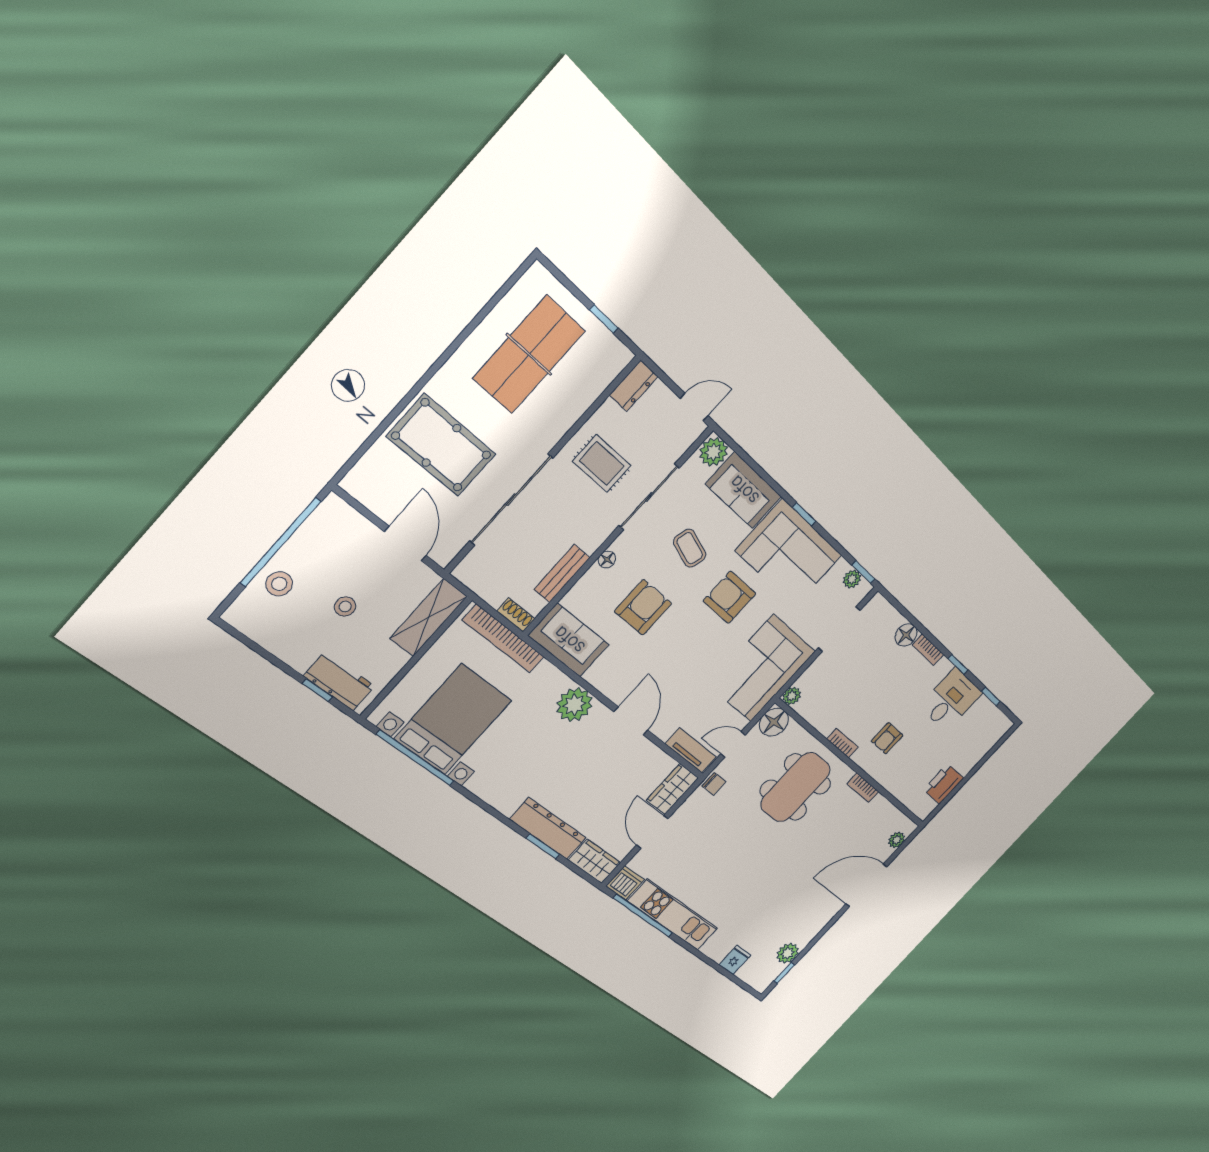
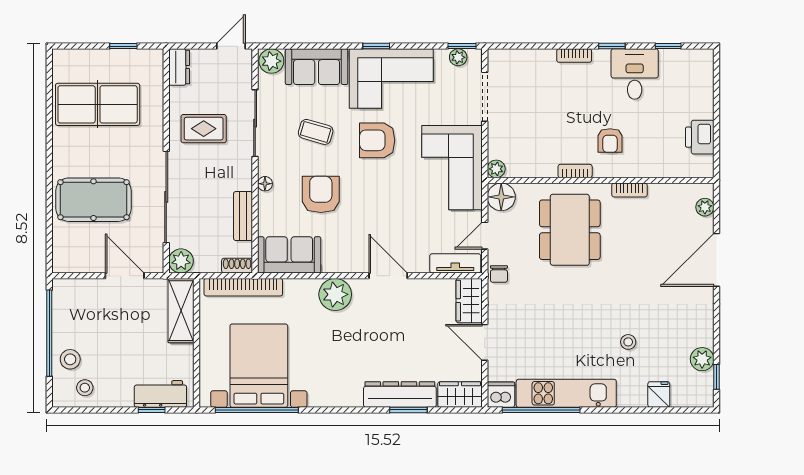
table tennis table: (529, 355) -> (98, 104), turned 90
plant: (470, 571) -> (181, 261), added
stool: (345, 607) -> (85, 388), moved
floor lamp: (906, 635) -> (544, 60), removed
chair: (714, 784) -> (499, 274), turned 90
stool: (752, 905) -> (628, 342), added

